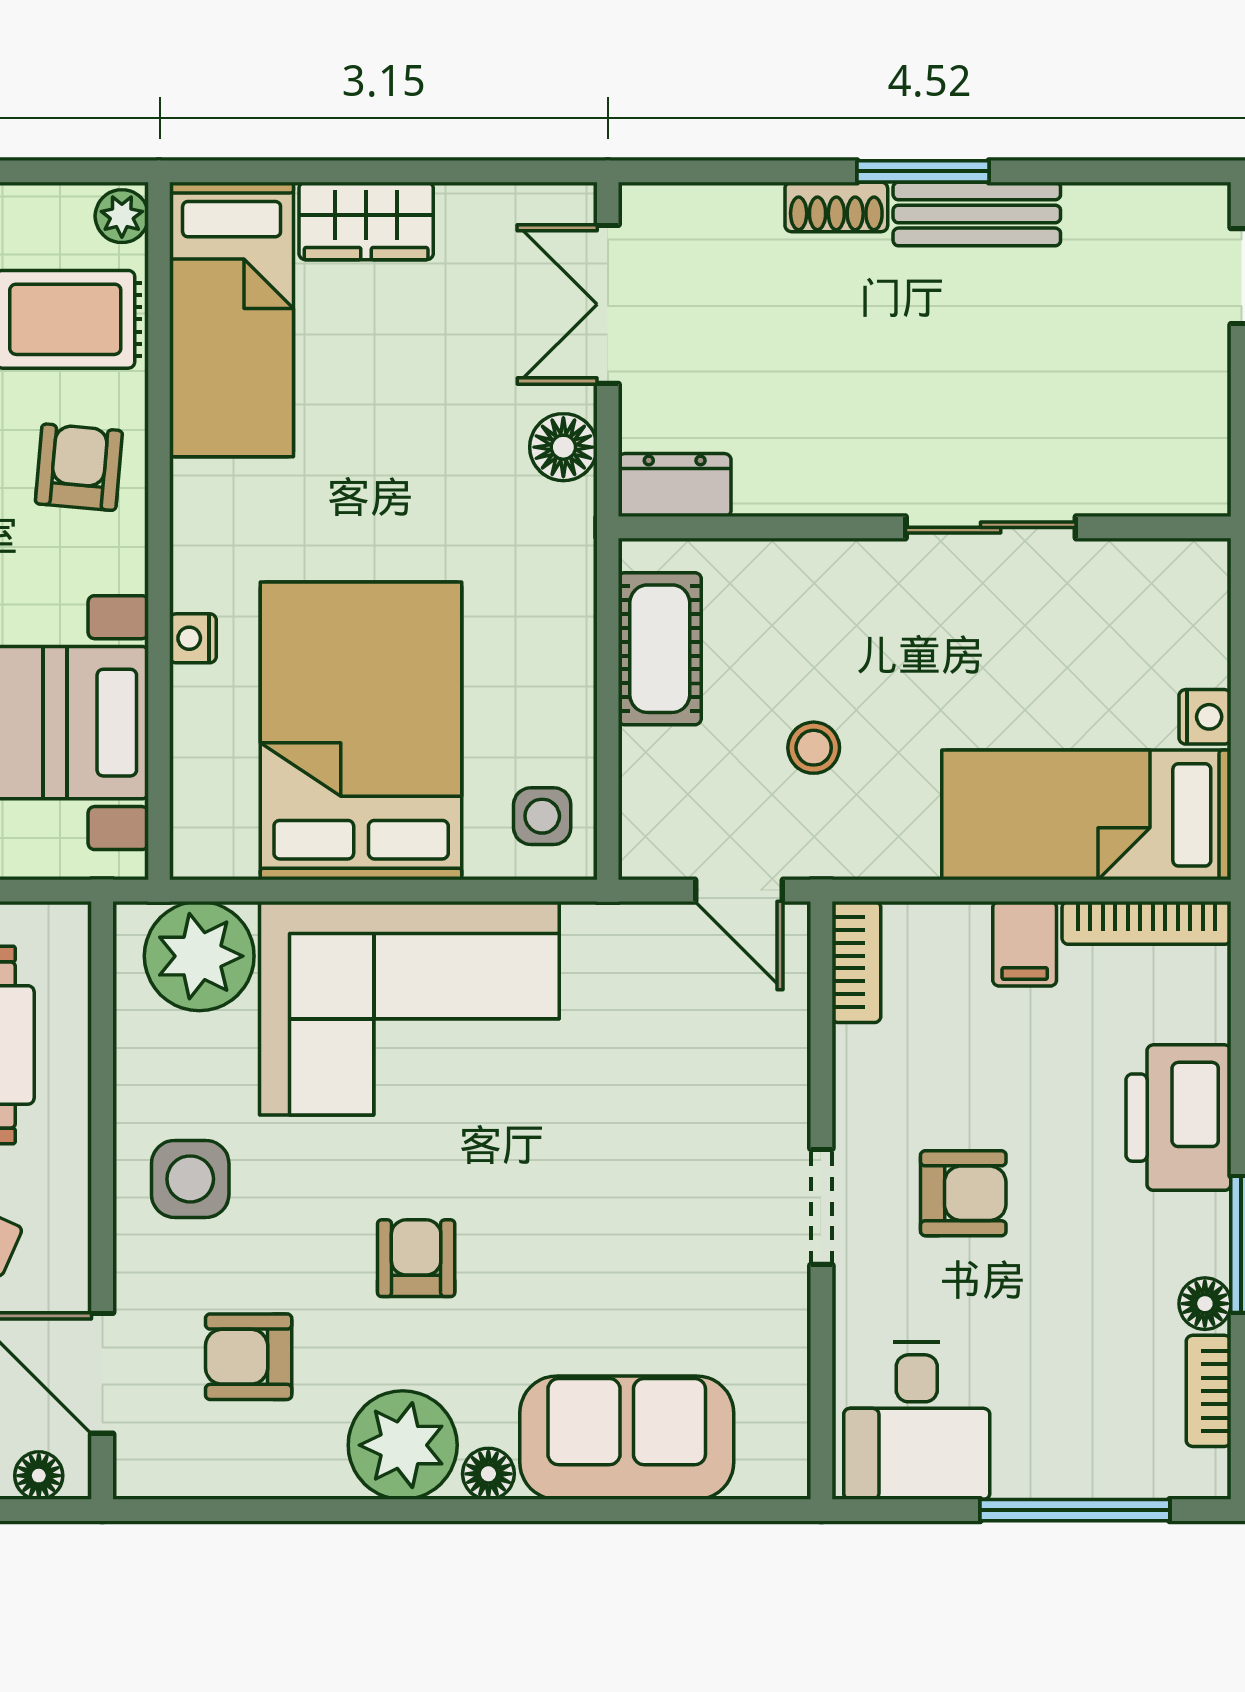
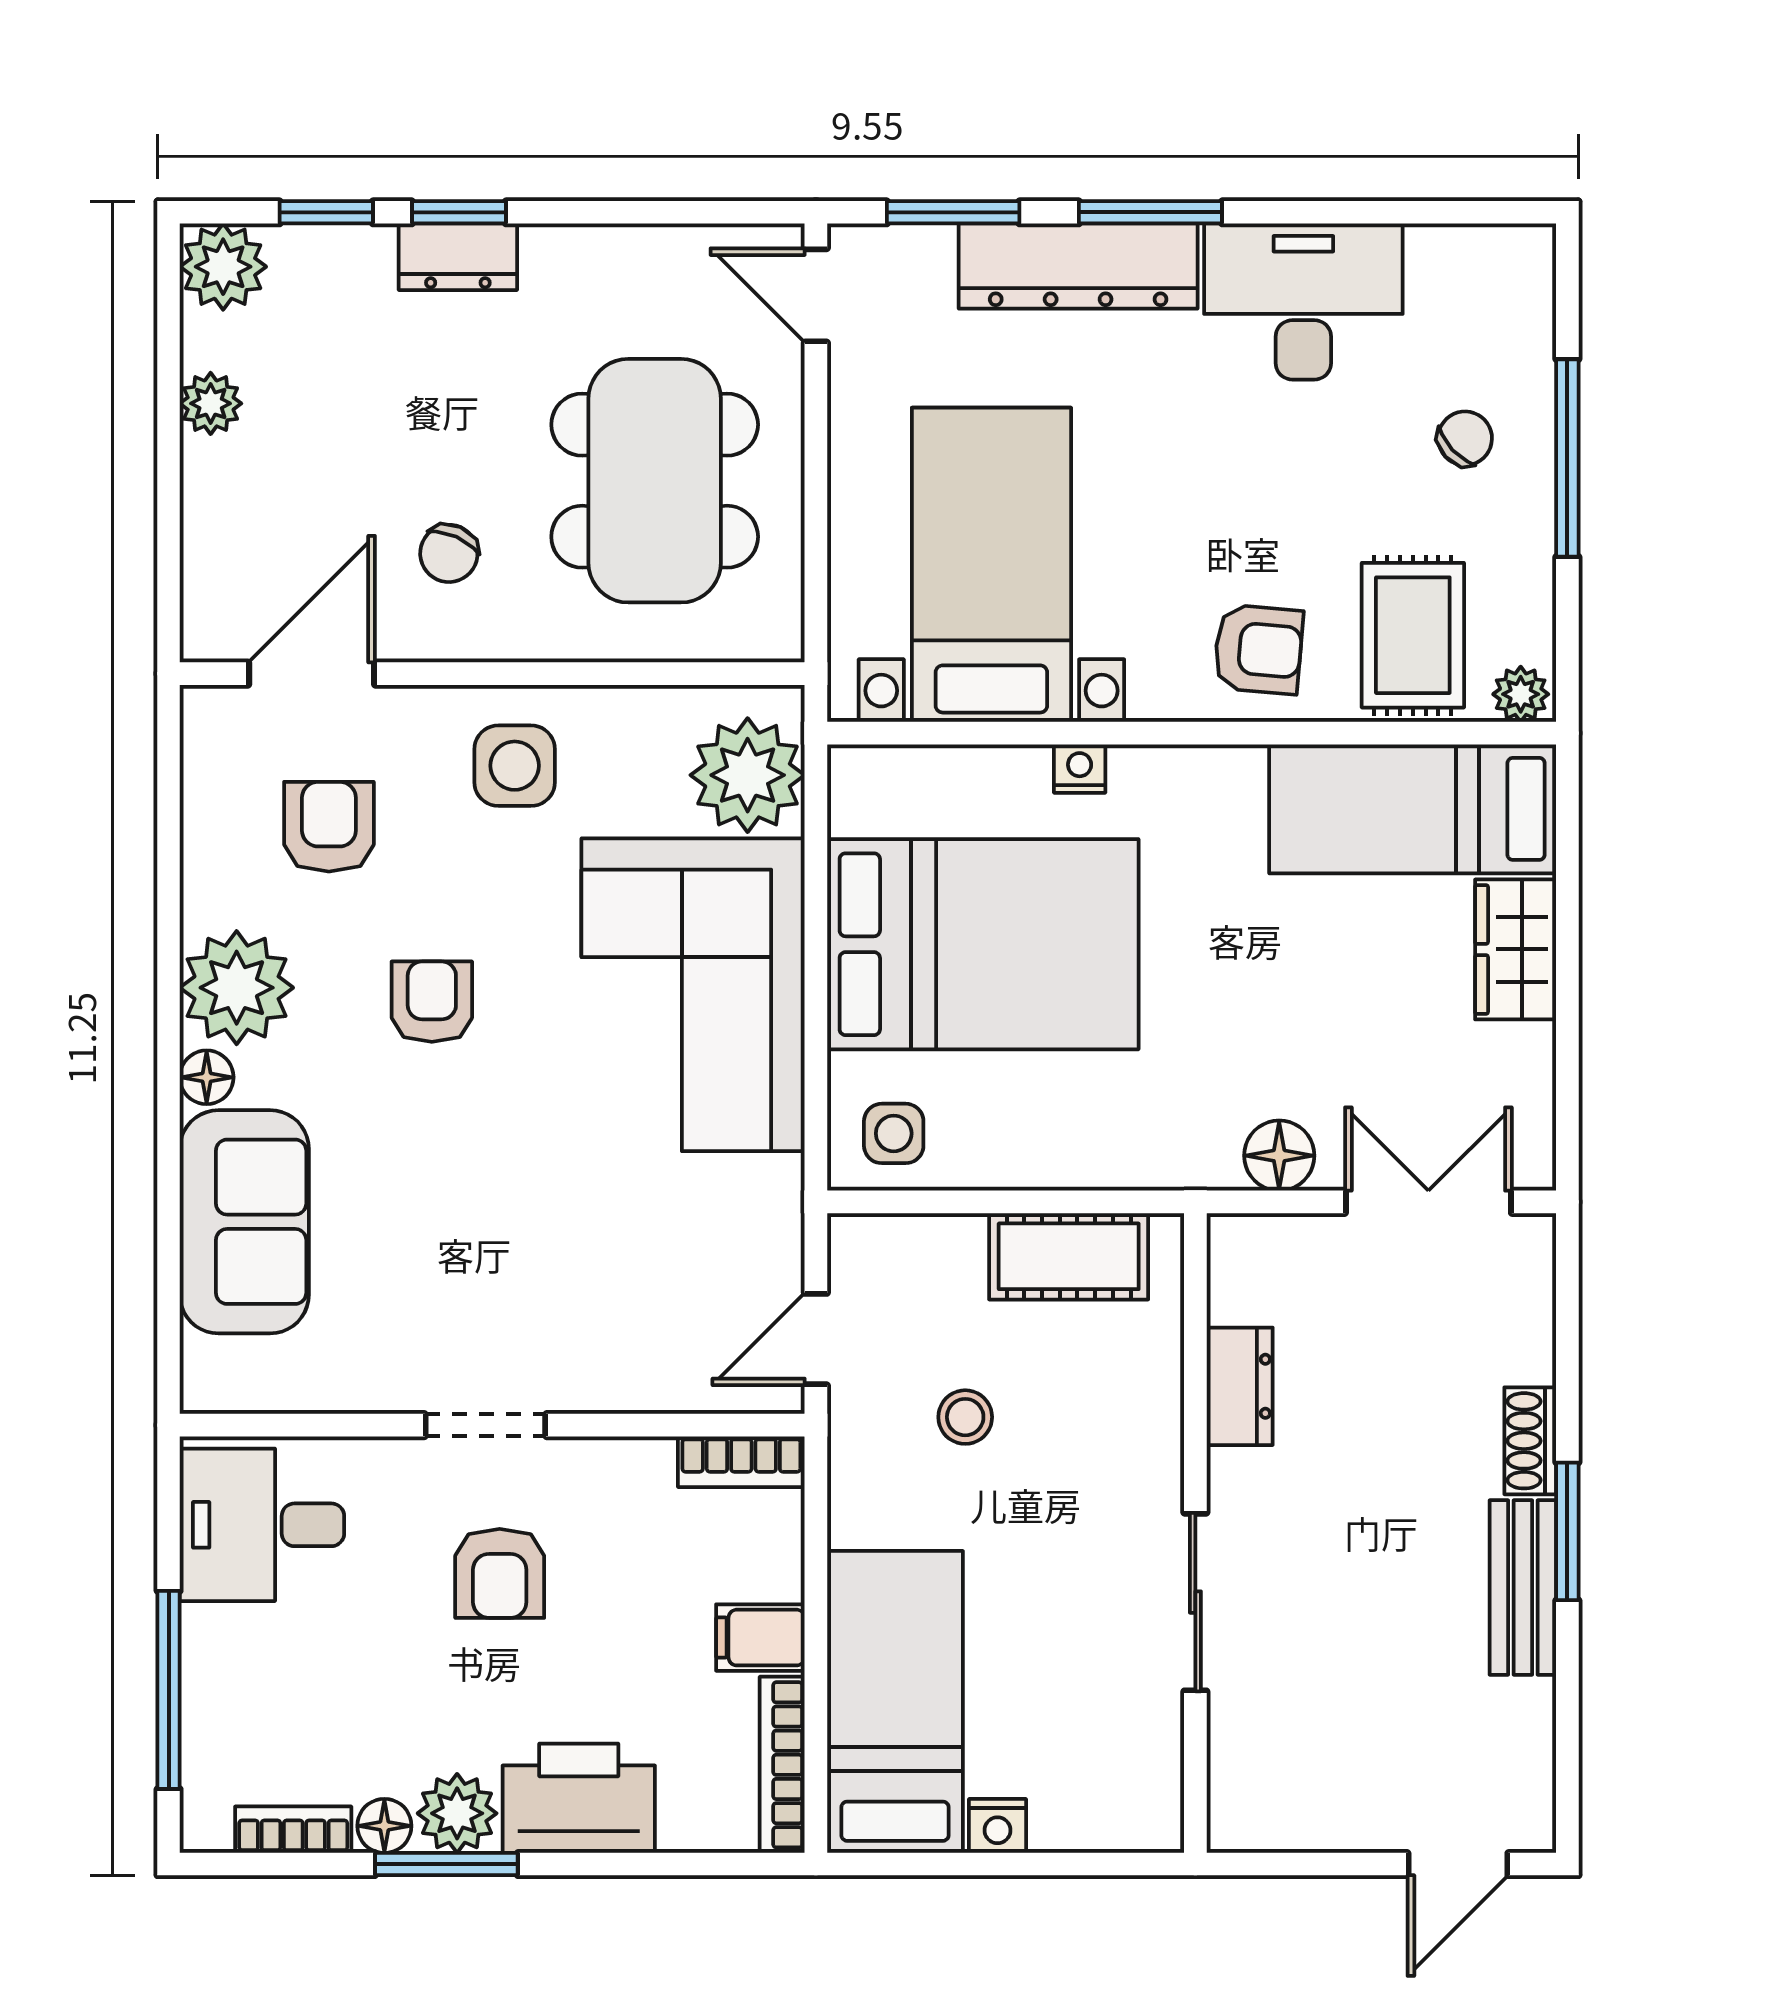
dresser: (675, 485) -> (1240, 1386), moved
plant: (1193, 1234) -> (457, 1813), added
armchair: (416, 1258) -> (432, 1002), turned -90
floor lamp: (39, 1476) -> (205, 607), removed

